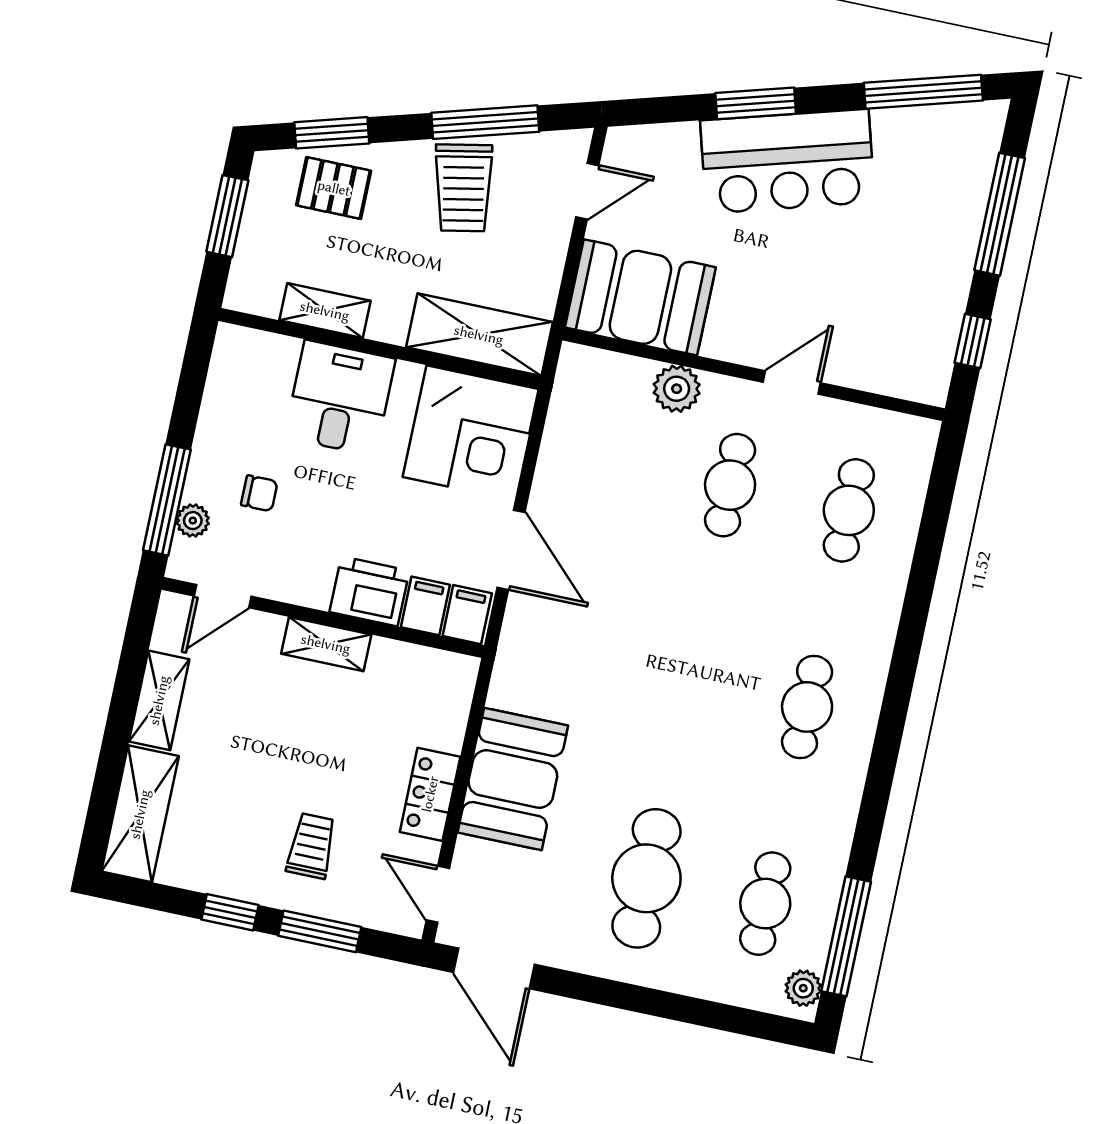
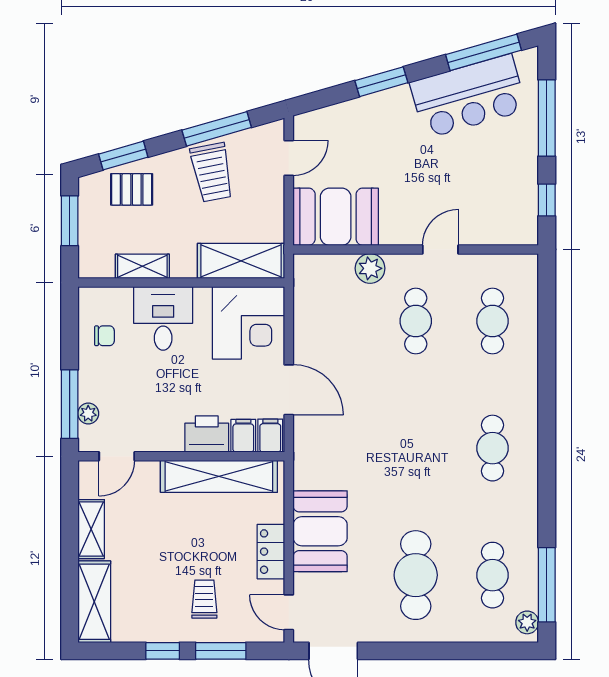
bar counter: (787, 161) -> (468, 96), moved
chair: (259, 493) -> (104, 336), moved
shelving: (326, 644) -> (219, 476), width x2.20, depth x1.33

